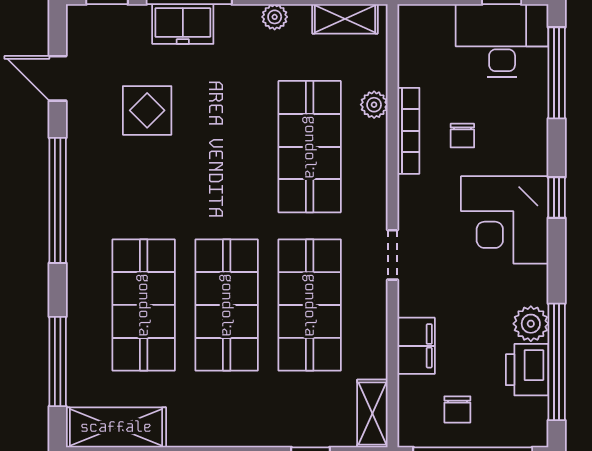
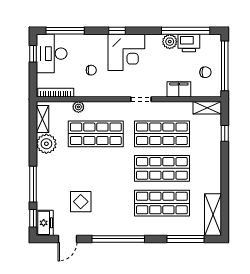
plant: (275, 17) -> (46, 144), width x1.88, depth x1.88
freezer: (183, 24) -> (45, 223), moved
bookcase: (408, 131) -> (56, 93), moved

